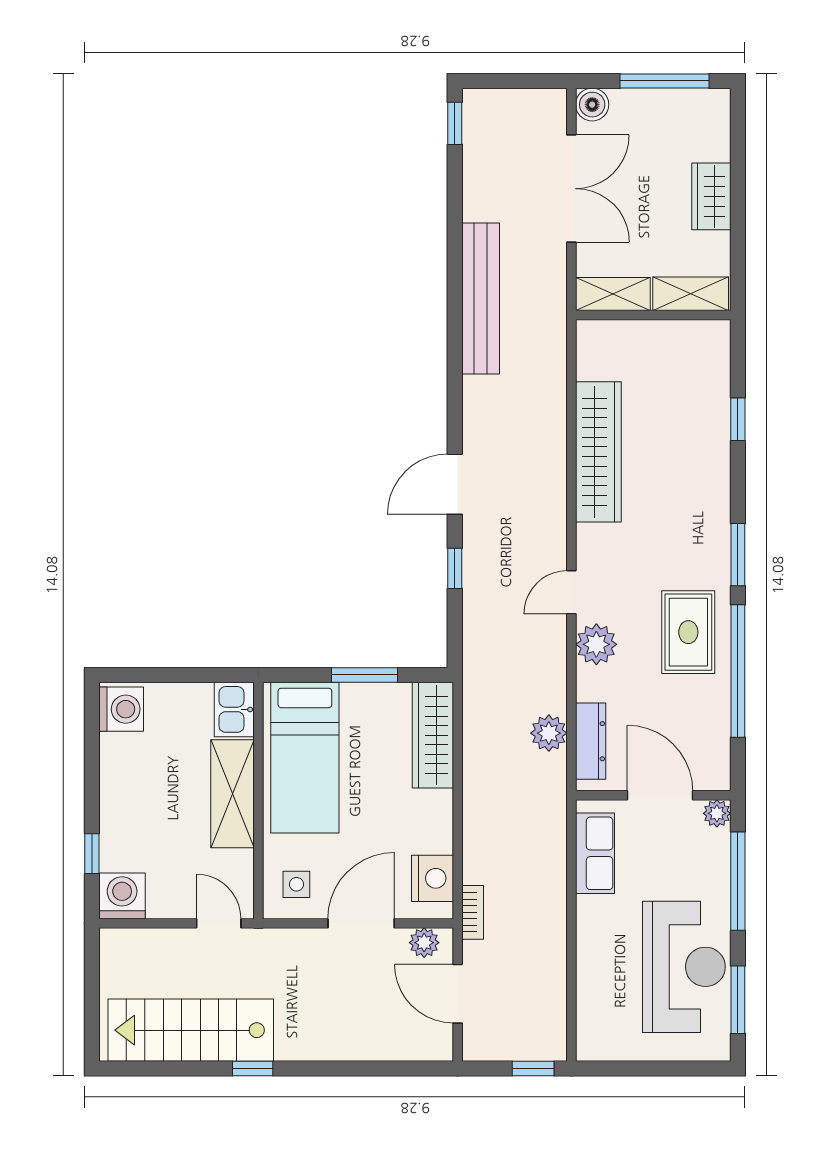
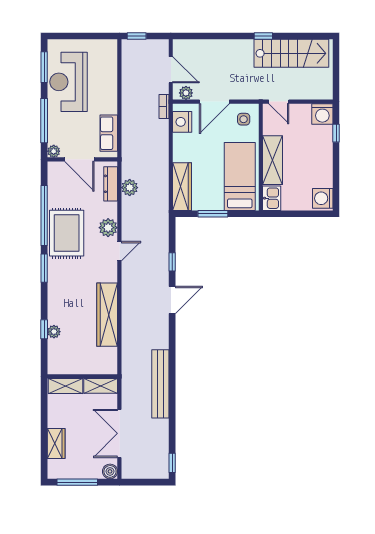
wardrobe: (711, 196) -> (56, 444), moved
plant: (716, 414) -> (54, 332), added
rug: (688, 632) -> (67, 233), width x1.36, depth x1.43

